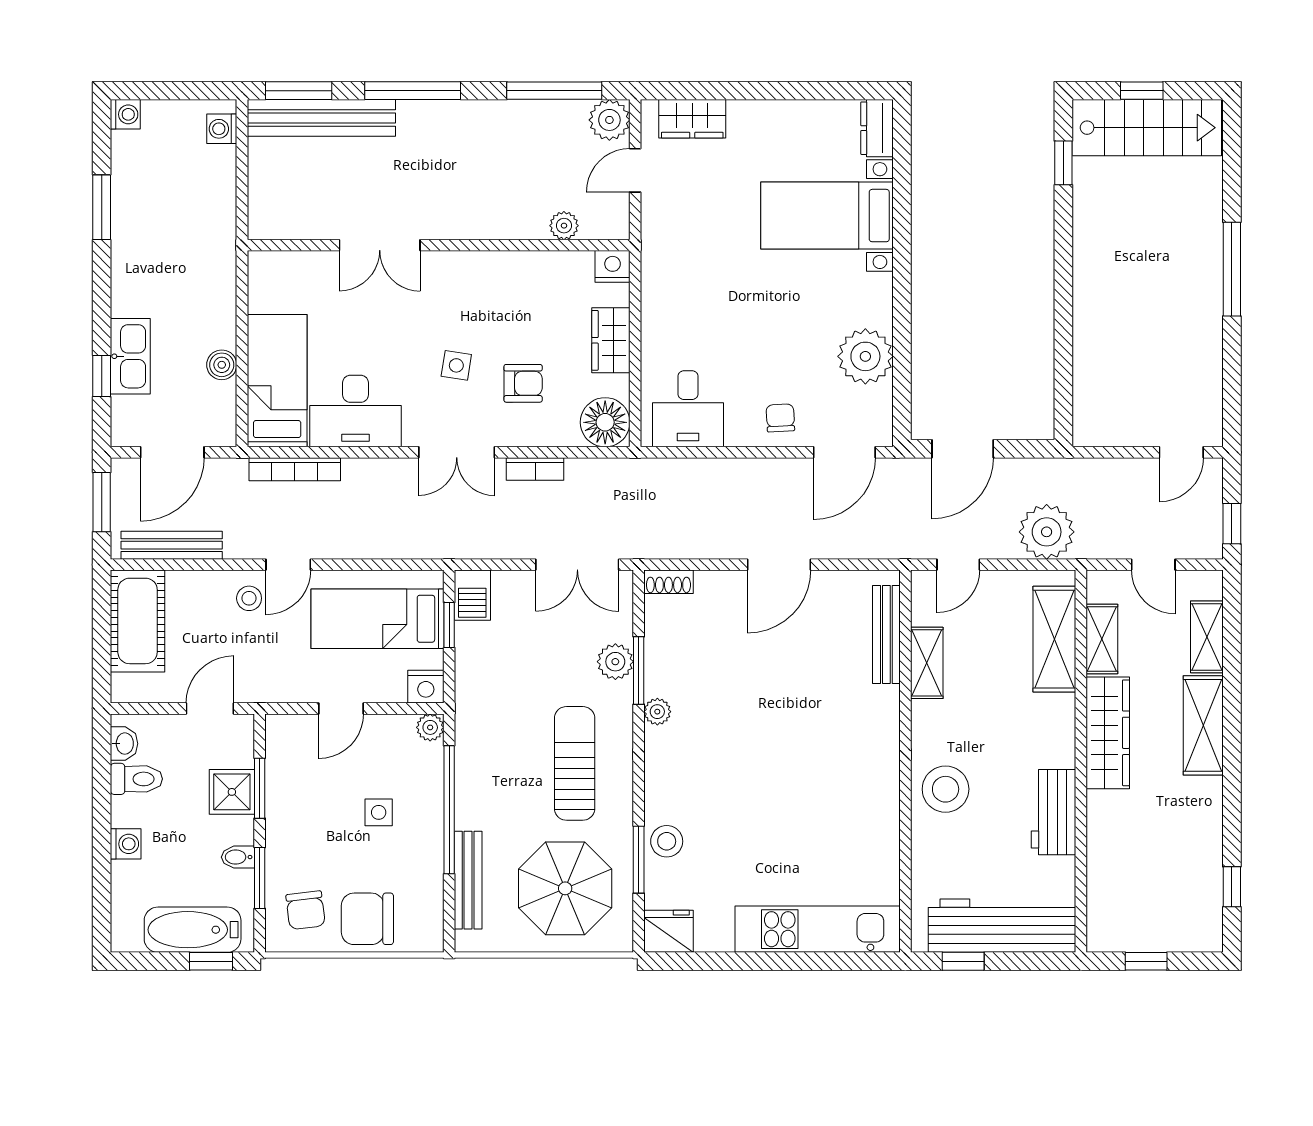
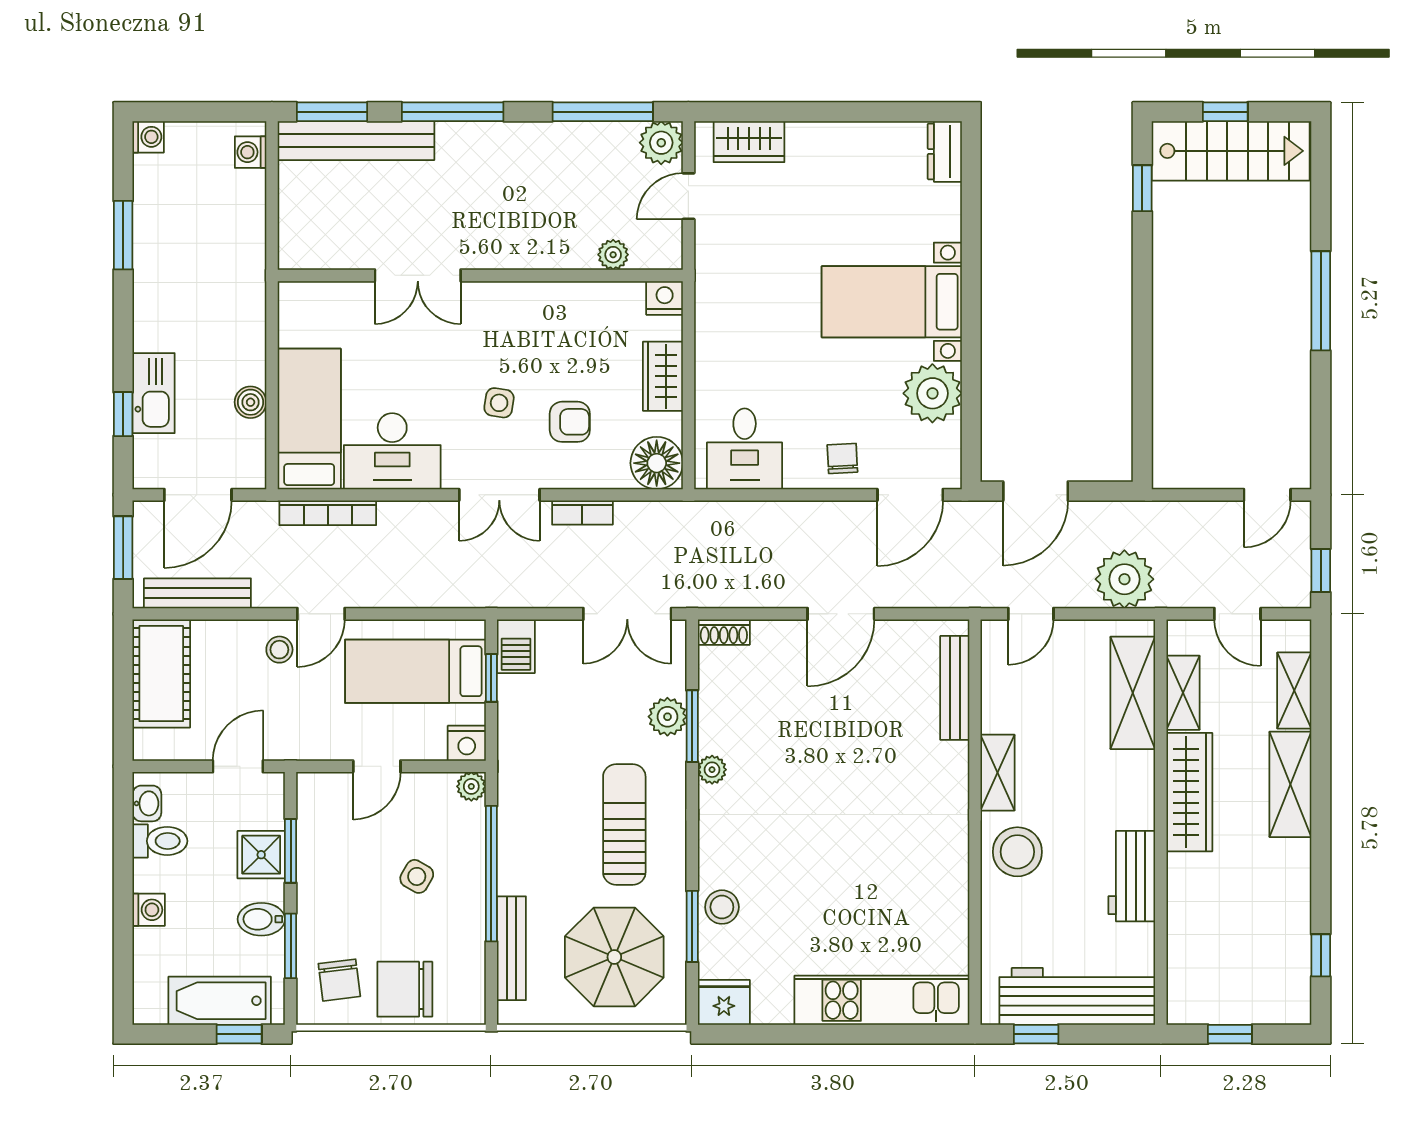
bed with nightstands: (827, 216) -> (892, 302), moved
shelving: (927, 663) -> (997, 773), moved
side table: (379, 812) -> (417, 876), turned 30
bidet: (238, 857) -> (261, 919), width x1.38, depth x1.36

